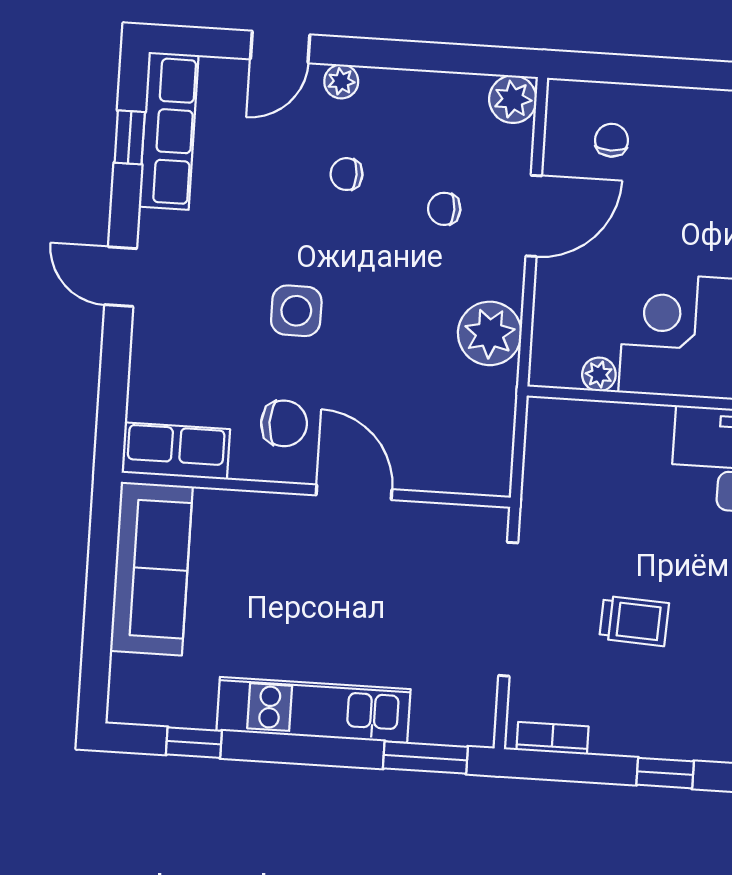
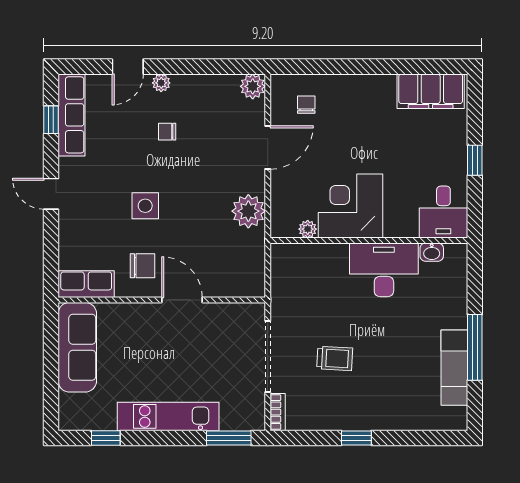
chair: (444, 209) -> (220, 147), removed
bookcase: (552, 738) -> (278, 412), moved, turned 90

